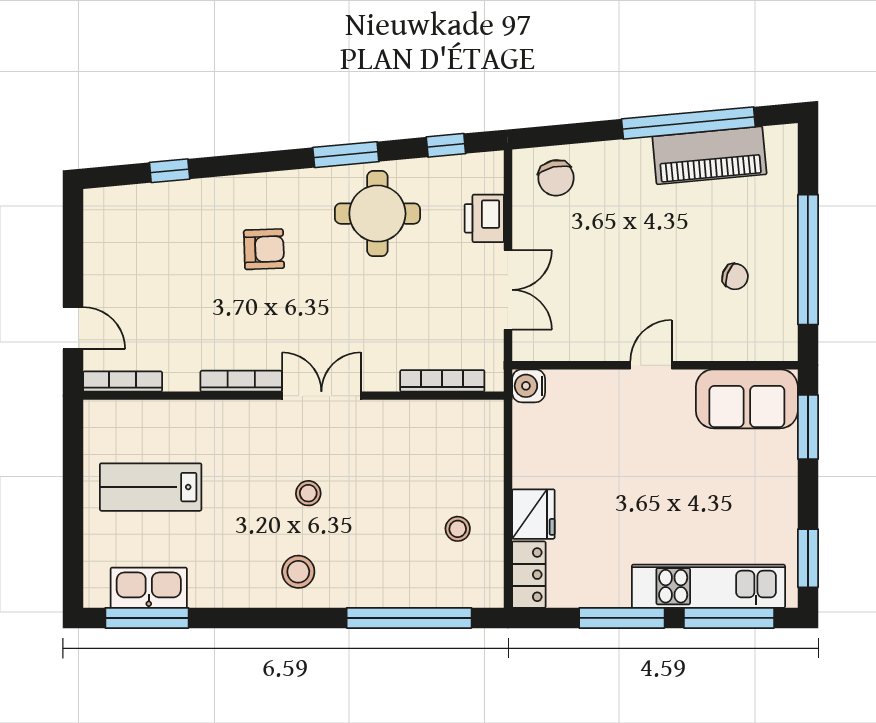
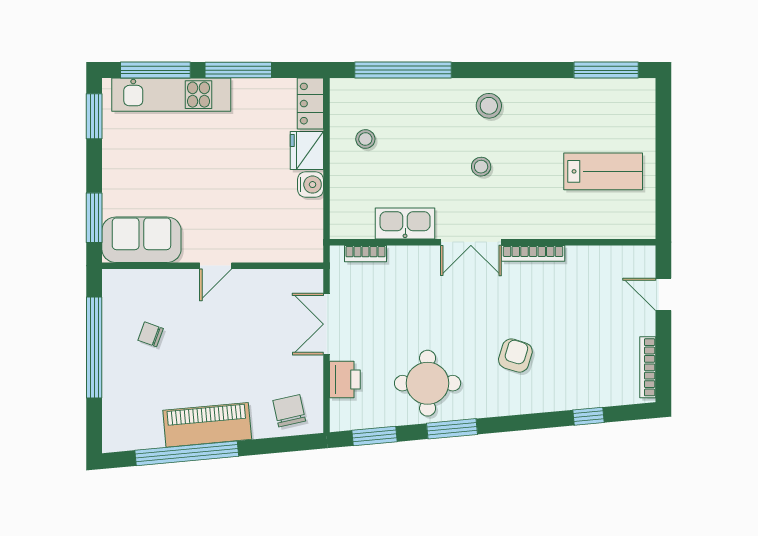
window: (446, 145) -> (374, 436), width x1.50
piano: (709, 155) -> (207, 425), moved
armchair: (264, 249) -> (515, 356), turned 109
bookcase: (123, 381) -> (648, 367), moved, turned 90
bookcase: (442, 381) -> (366, 254), width x0.64
water cooler: (529, 386) -> (310, 185), moved
kitchen sink: (149, 588) -> (405, 223), moved, turned 180

